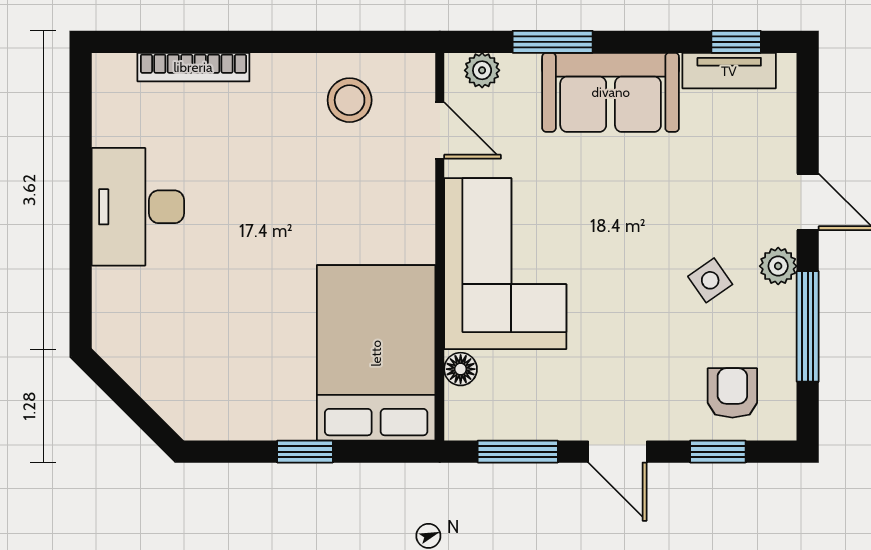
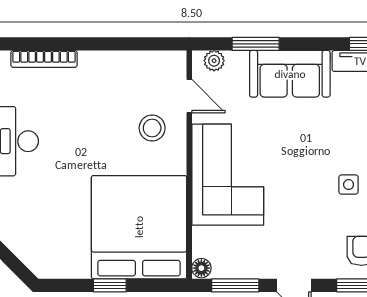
stool: (350, 100) -> (152, 128), moved
side table: (710, 280) -> (349, 185), turned 35
bed: (376, 353) -> (139, 227), width x1.36
floor lamp: (461, 369) -> (201, 268), moved

